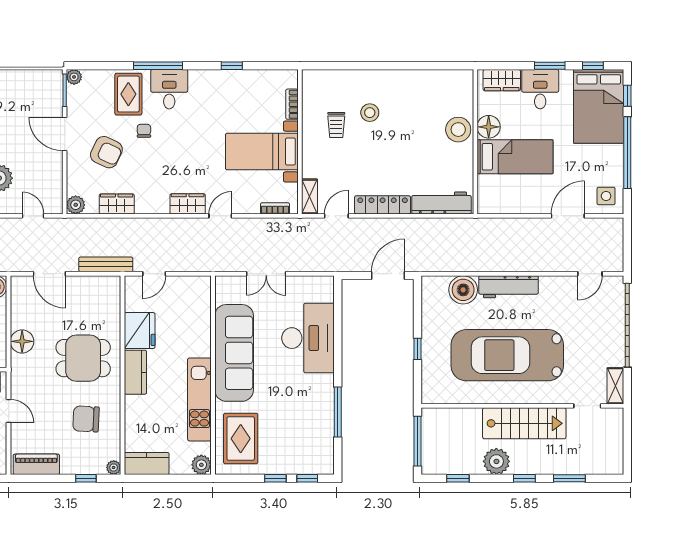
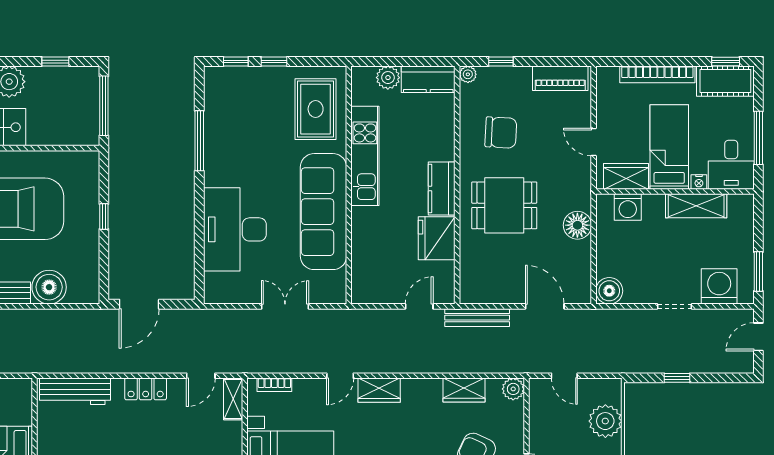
locker: (383, 205) -> (146, 389), width x0.66
plant: (201, 465) -> (388, 78), moved

